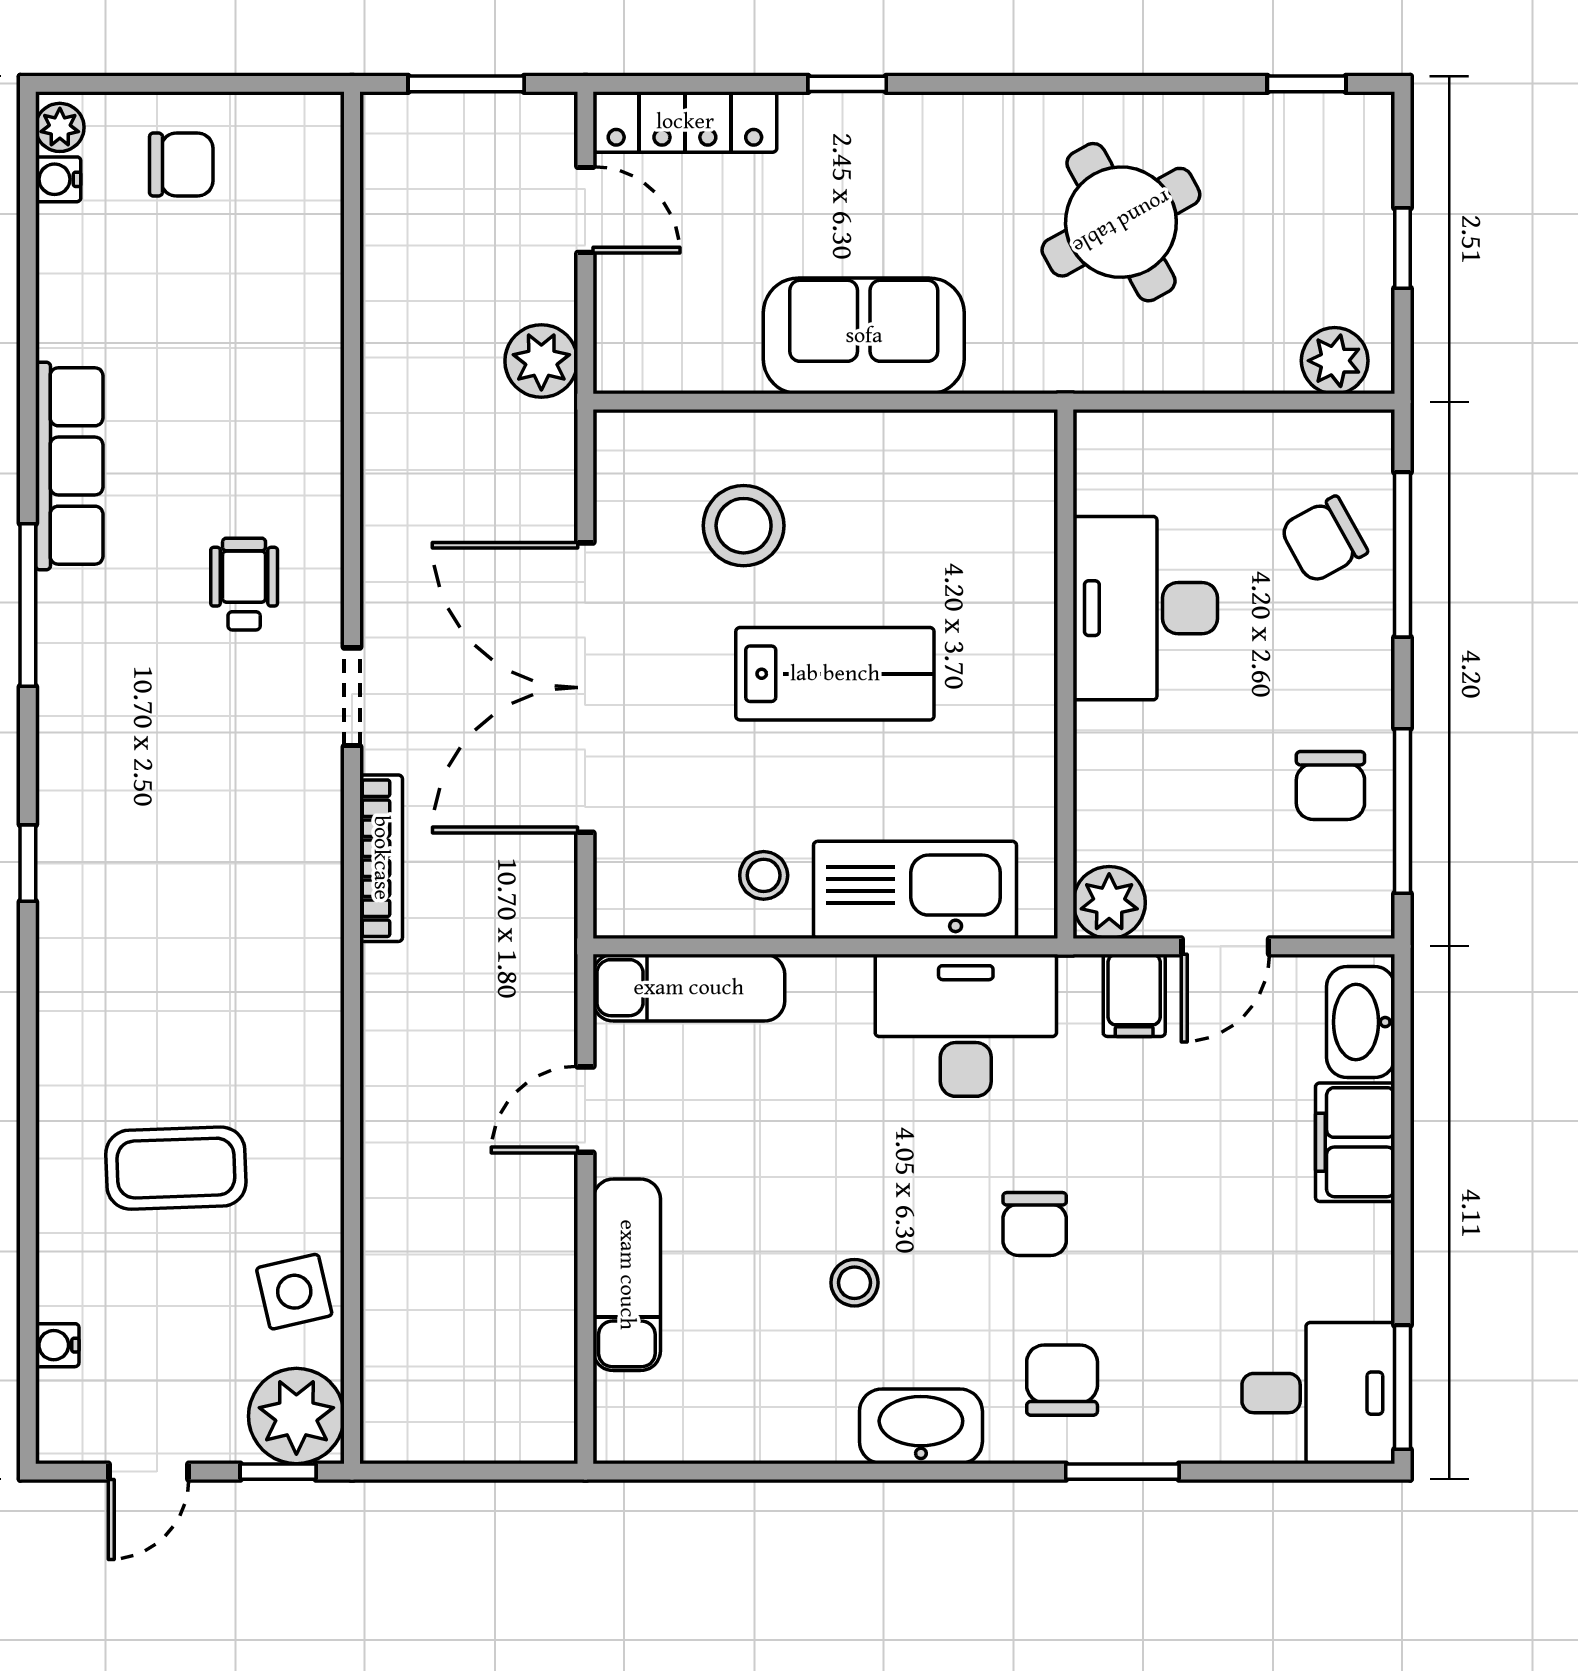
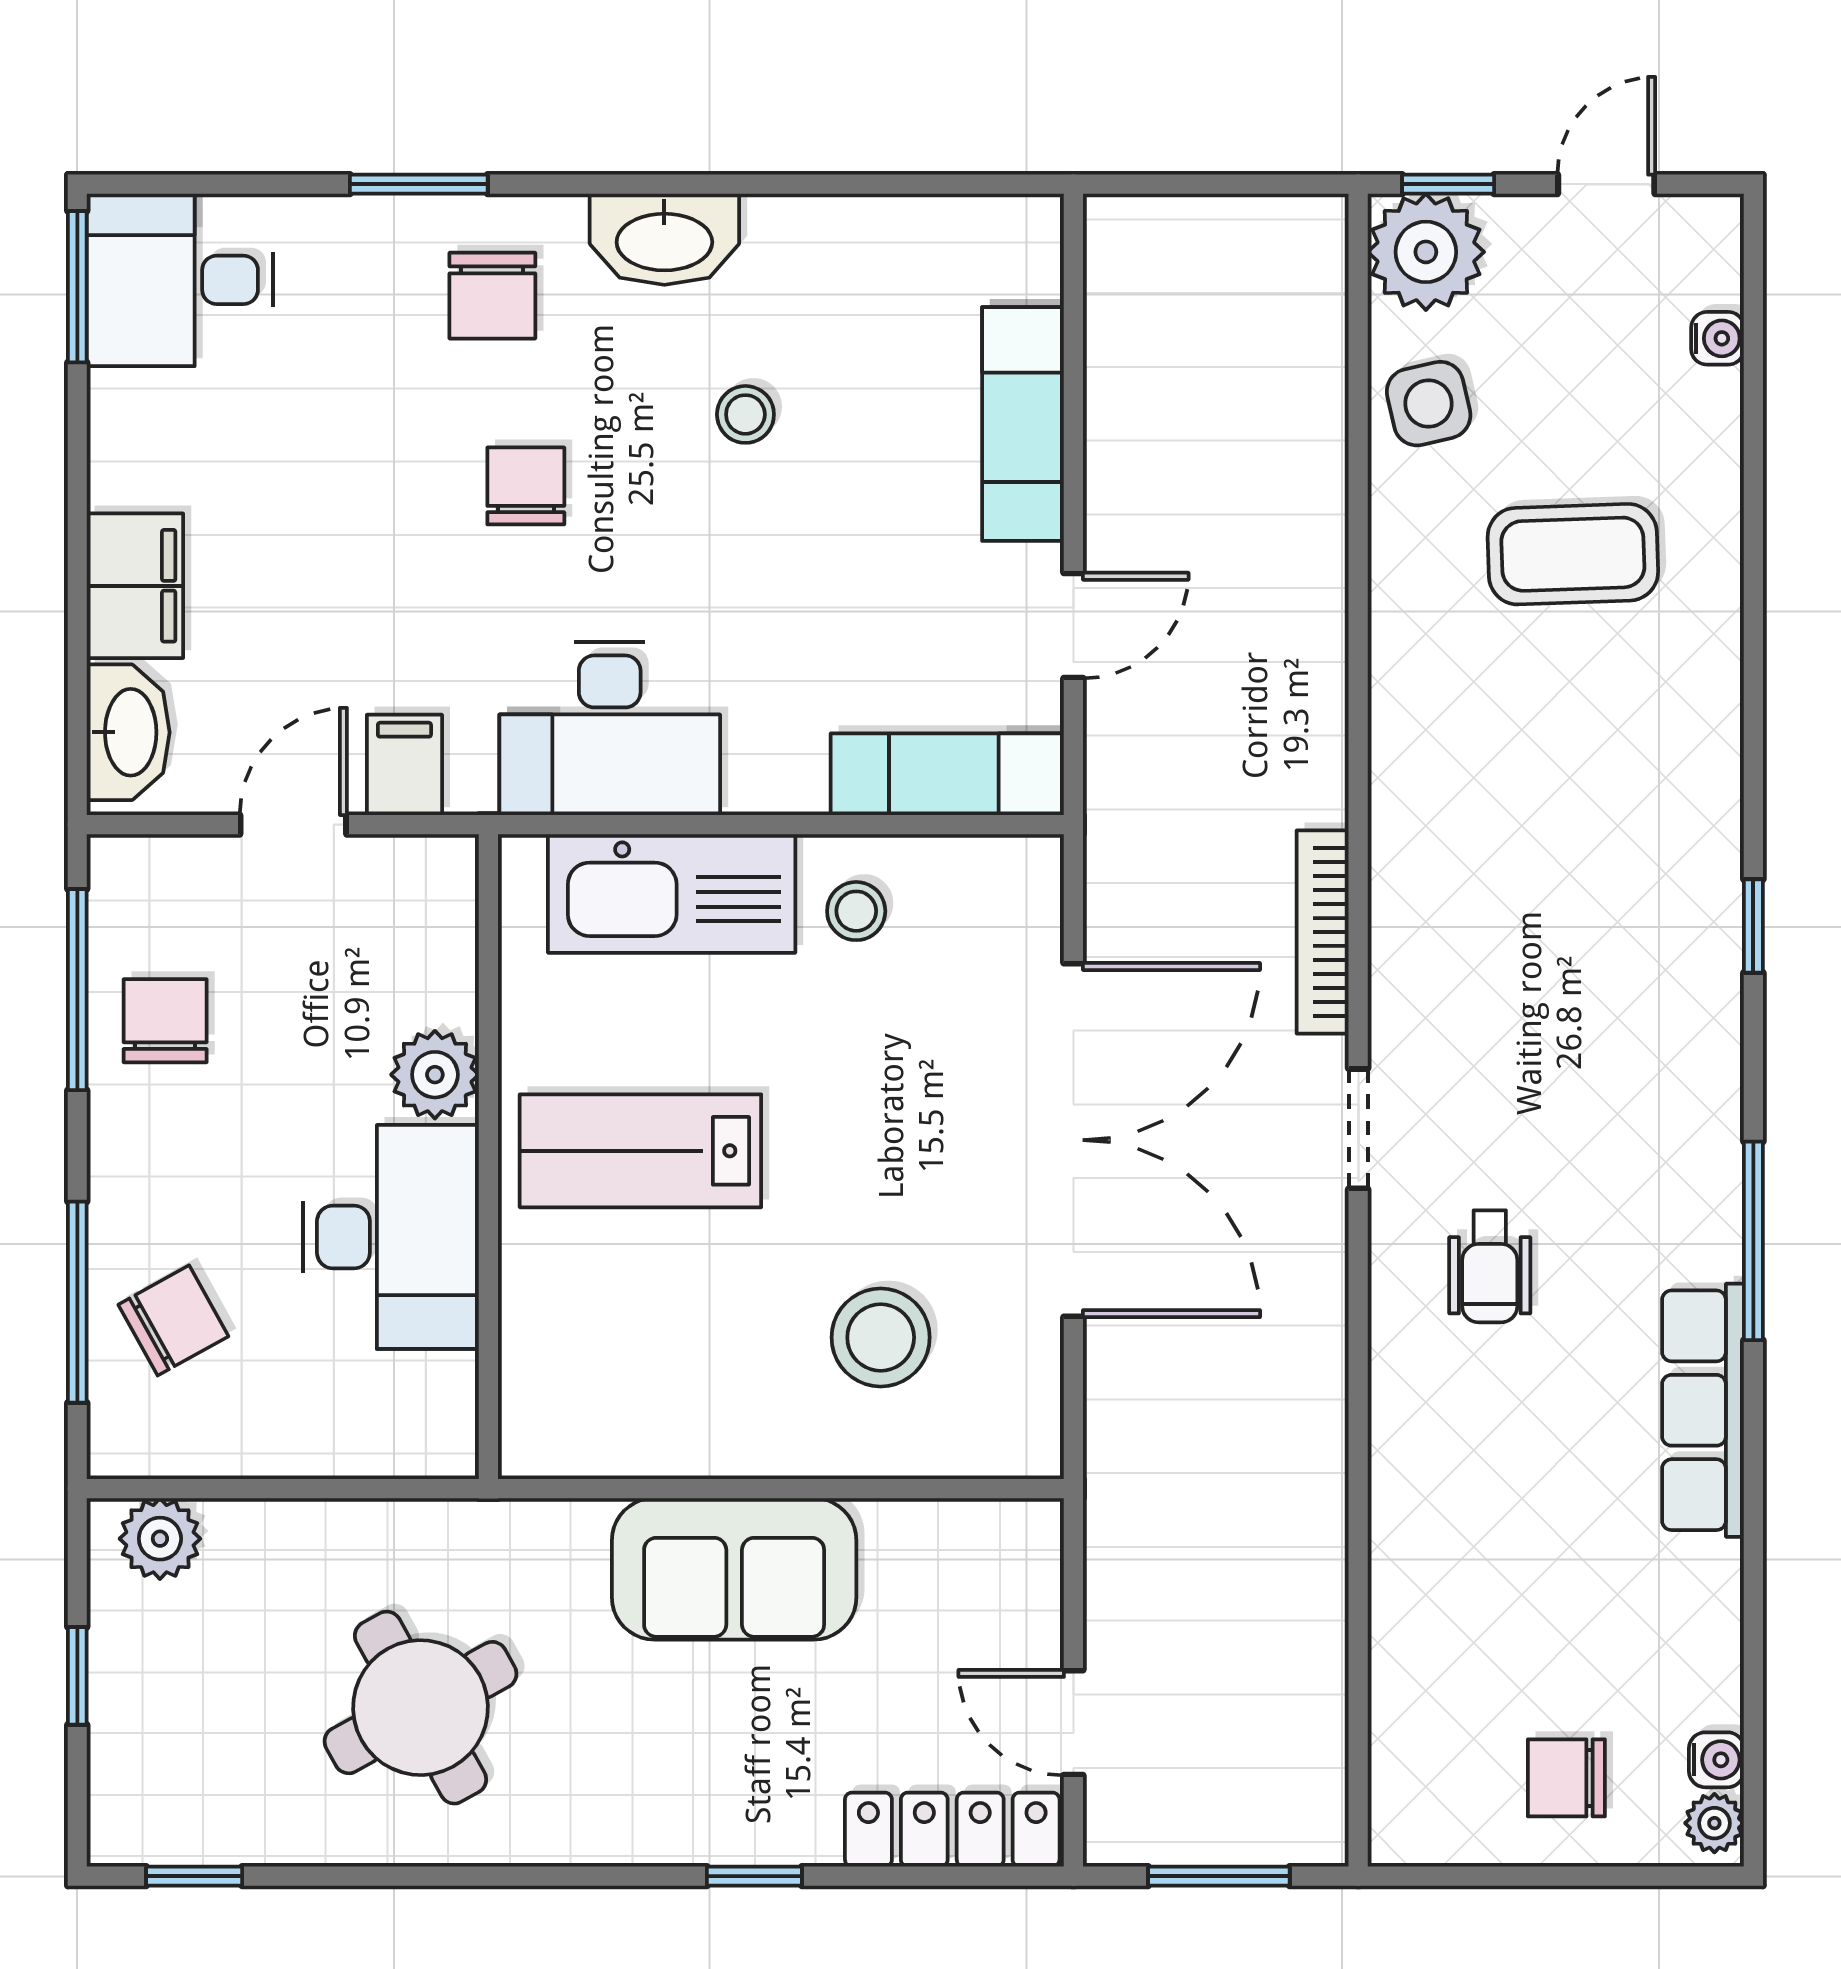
plant: (541, 361) -> (1127, 1538), removed
lab bench: (835, 674) -> (640, 1151), moved
plant: (1109, 903) -> (435, 1075), moved

